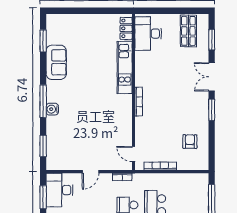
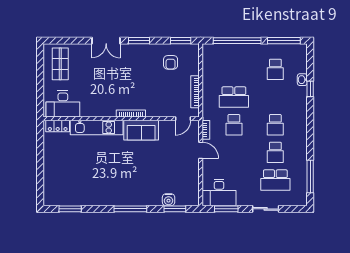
shop shelf: (188, 31) -> (60, 64), turned 90
window: (212, 40) -> (181, 41), moved
sofa: (56, 62) -> (141, 130), moved, turned 180
water cooler: (52, 109) -> (169, 200), moved
armchair: (190, 142) -> (171, 62), turned -90
door: (91, 172) -> (201, 150), moved

